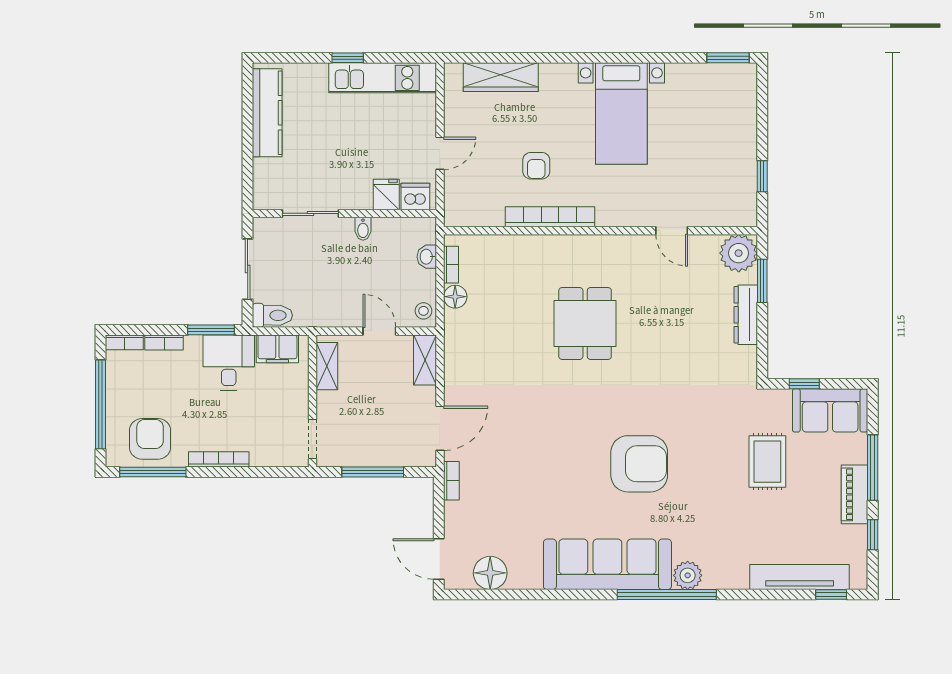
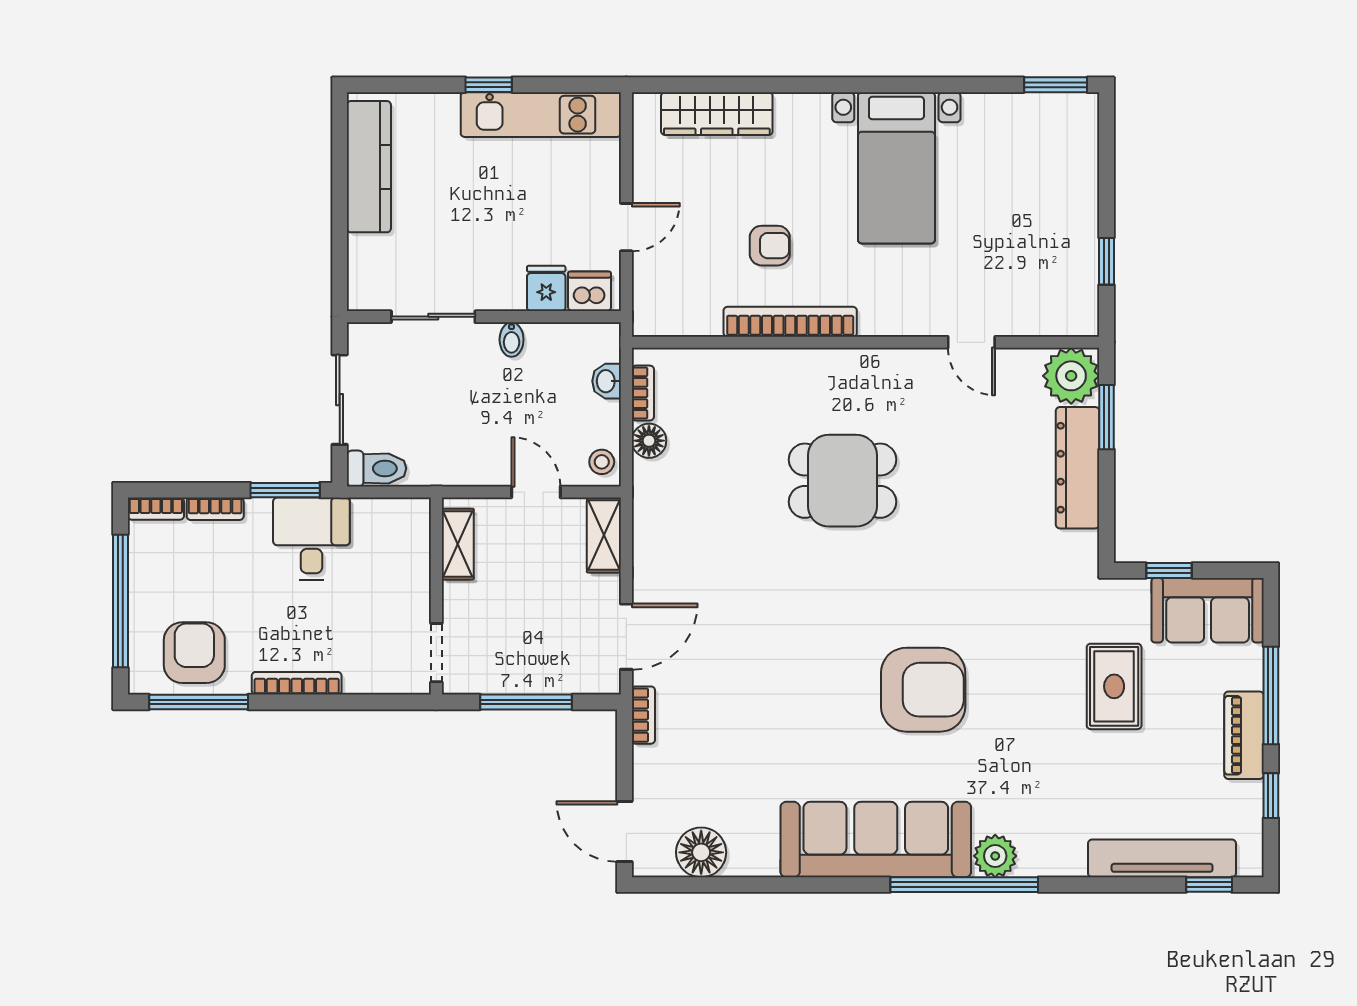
armchair: (536, 166) -> (770, 246), turned -90
dresser: (746, 315) -> (1078, 468), width x1.37, depth x1.24
dining table: (585, 324) -> (842, 481), turned 90
filing cabinet: (277, 349) -> (384, 518), removed

